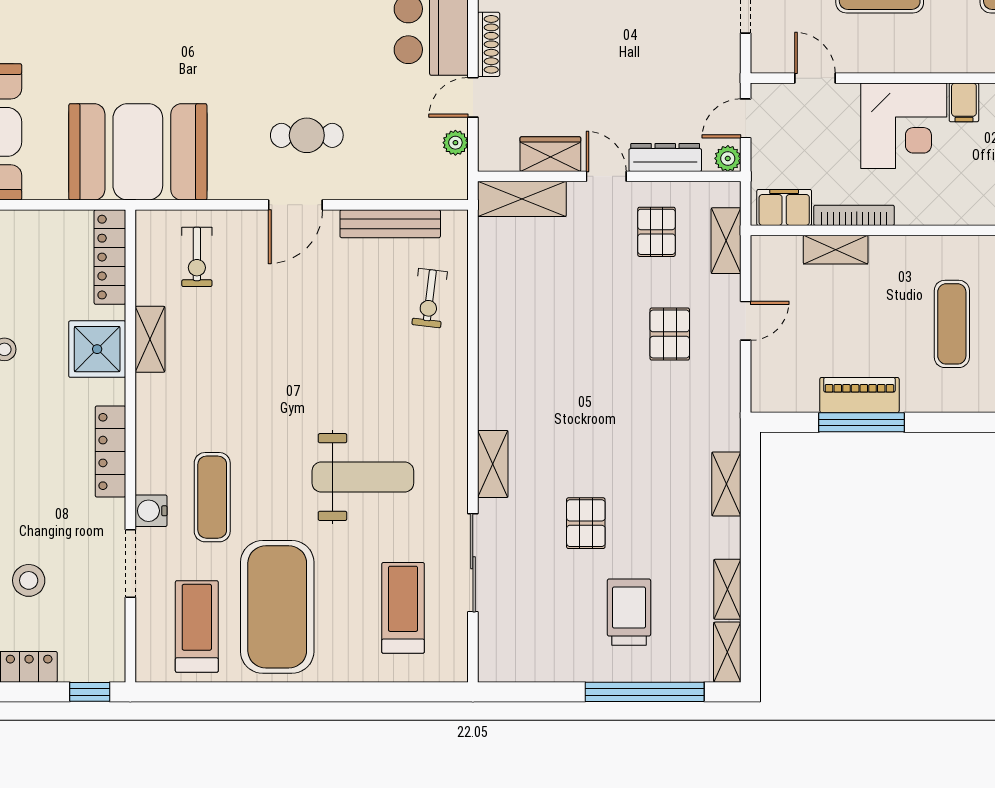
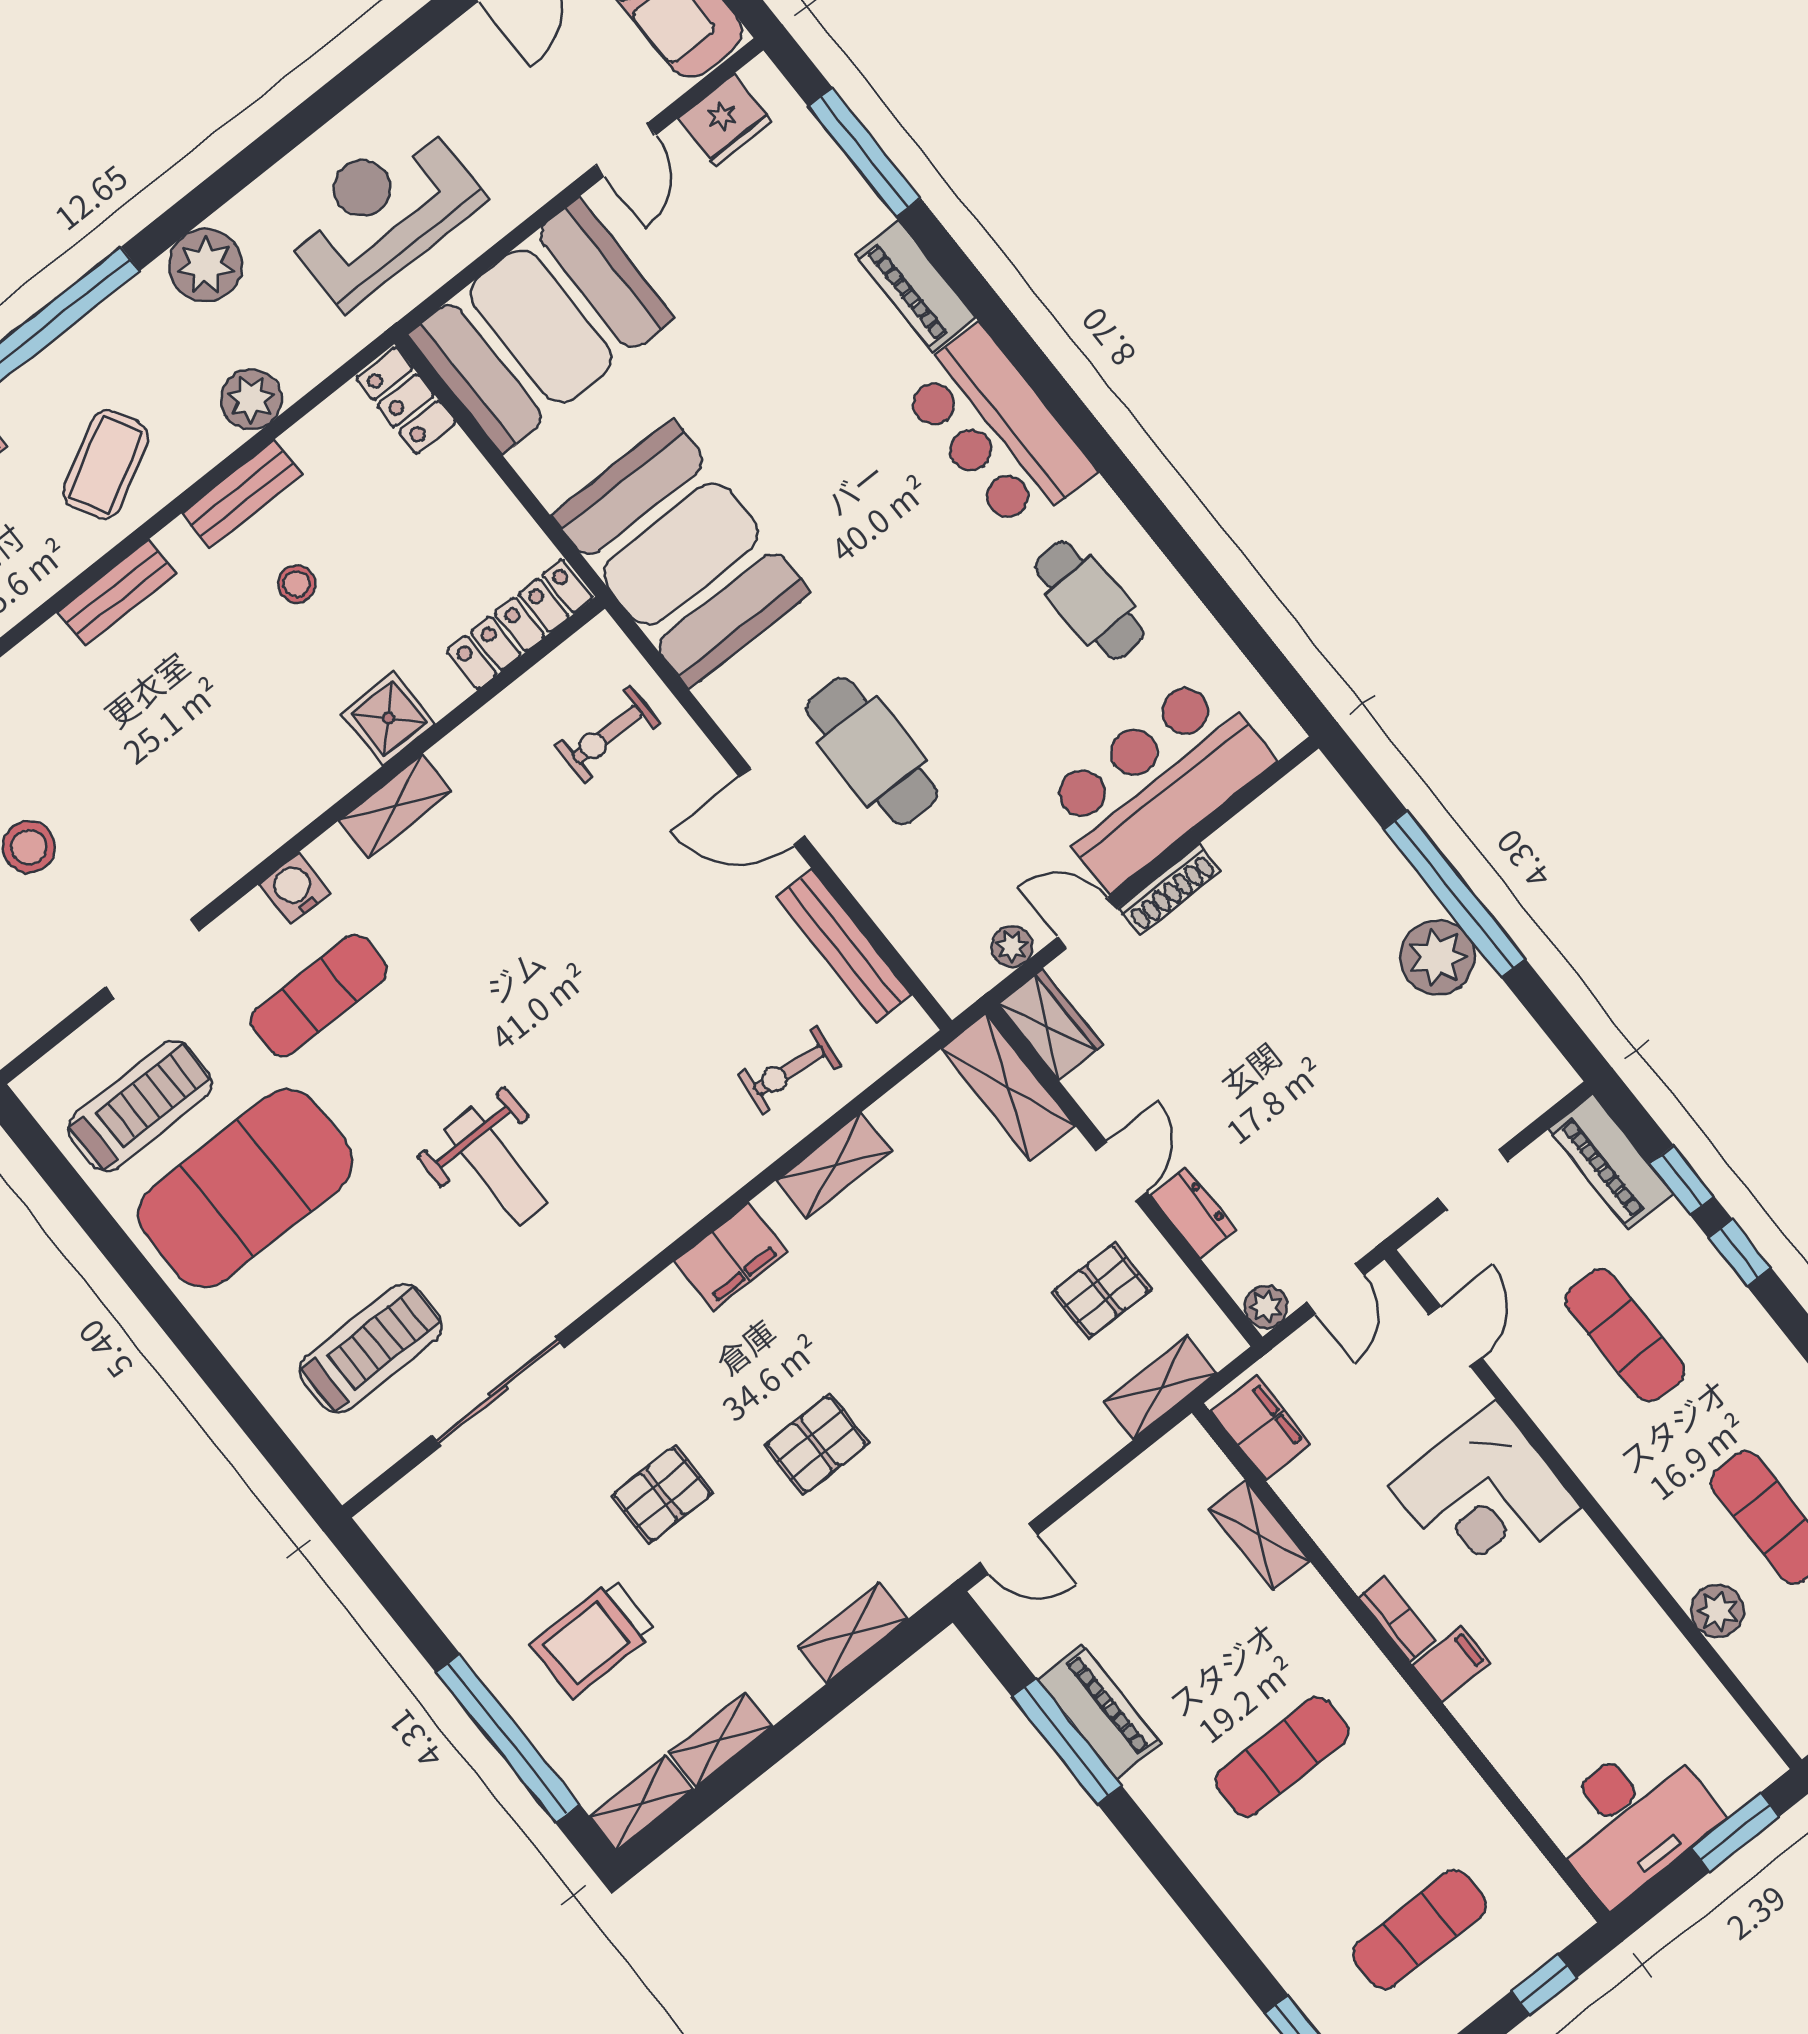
filing cabinet: (964, 102) -> (1452, 1664), moved, turned 180
door: (746, 118) -> (1335, 1289), swing flipped
cafe table: (307, 135) -> (872, 751), width x1.37, depth x1.35
wardrobe: (550, 154) -> (1050, 1024), moved
dresser: (665, 158) -> (1193, 1213), width x0.70
bookcase: (854, 215) -> (1397, 1619), moved, width x0.64
door: (746, 321) -> (1008, 1549), moved
pallet: (670, 334) -> (816, 1444), moved
shelving: (150, 339) -> (395, 806), moved
shower: (97, 349) -> (388, 718), width x0.73, depth x0.73
filing cabinet: (497, 398) -> (731, 1257), added
locker: (110, 451) -> (274, 821), removed
shelving: (493, 464) -> (834, 1165), moved
weight bench: (363, 477) -> (496, 1166), width x0.73, depth x0.75
water cooler: (151, 511) -> (295, 888), moved
trolley: (629, 612) -> (593, 1638), turned 180

